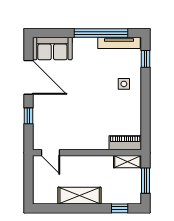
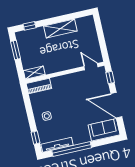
piano: (125, 143) -> (39, 86), moved
door: (51, 153) -> (91, 67), moved
wall: (87, 153) -> (65, 73), moved
shelving: (127, 162) -> (34, 73), moved

